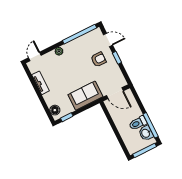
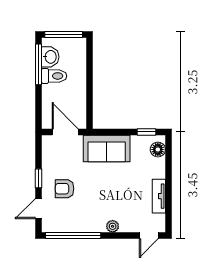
door: (108, 40) -> (38, 209), hinge flipped

